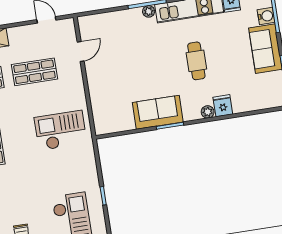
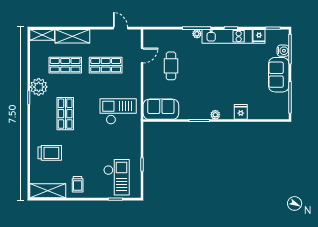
cafe table: (196, 61) -> (171, 66), moved
sofa: (158, 112) -> (161, 109), moved
plant: (208, 112) -> (215, 115), moved

